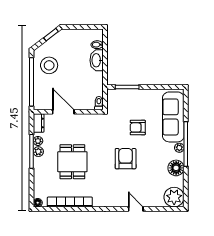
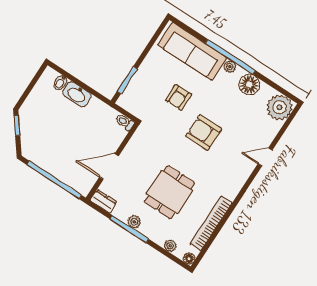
stool: (49, 65) -> (49, 149), removed
plant: (38, 141) -> (170, 246), moved
dining table: (72, 162) -> (169, 192), turned 90

